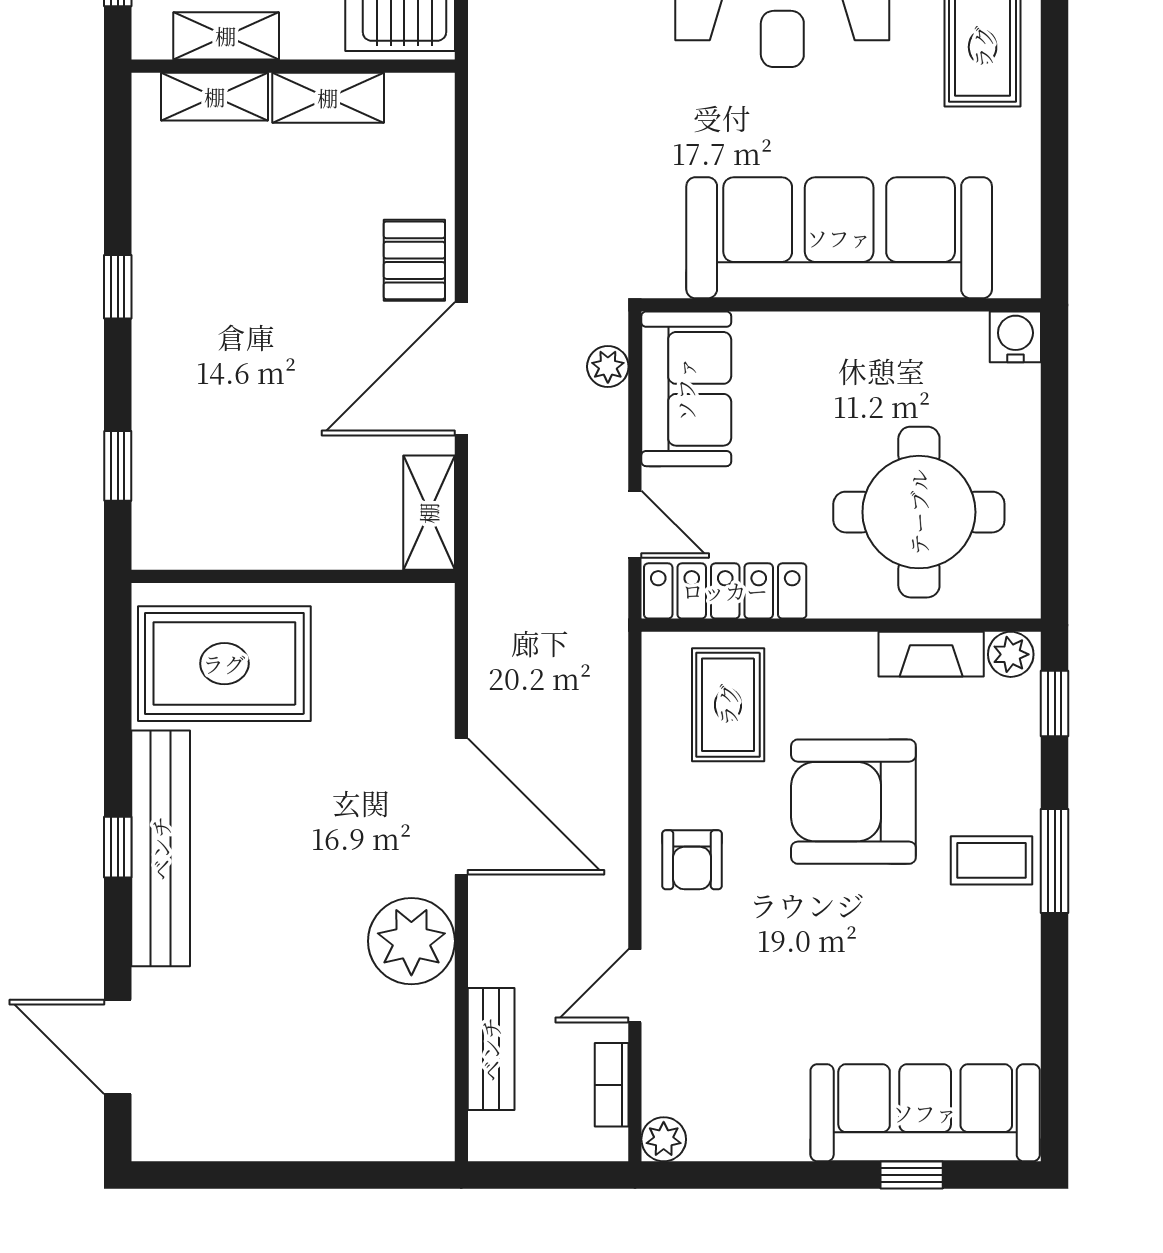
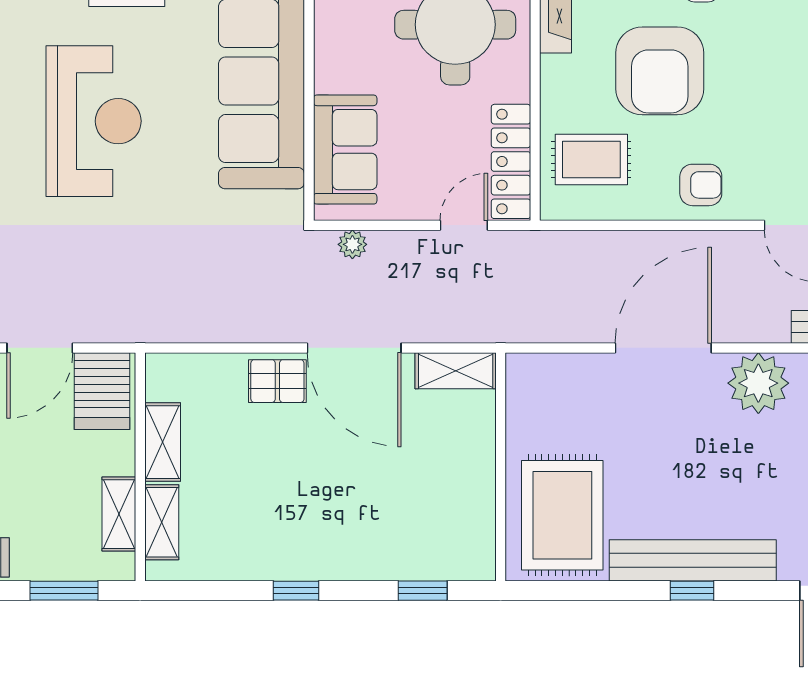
sofa: (686, 389) -> (345, 150), moved, turned 90

